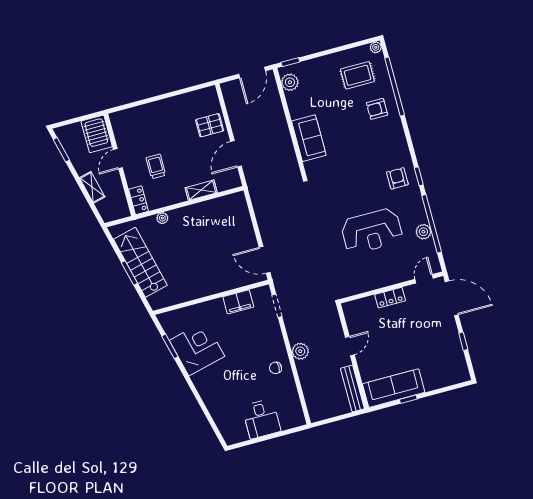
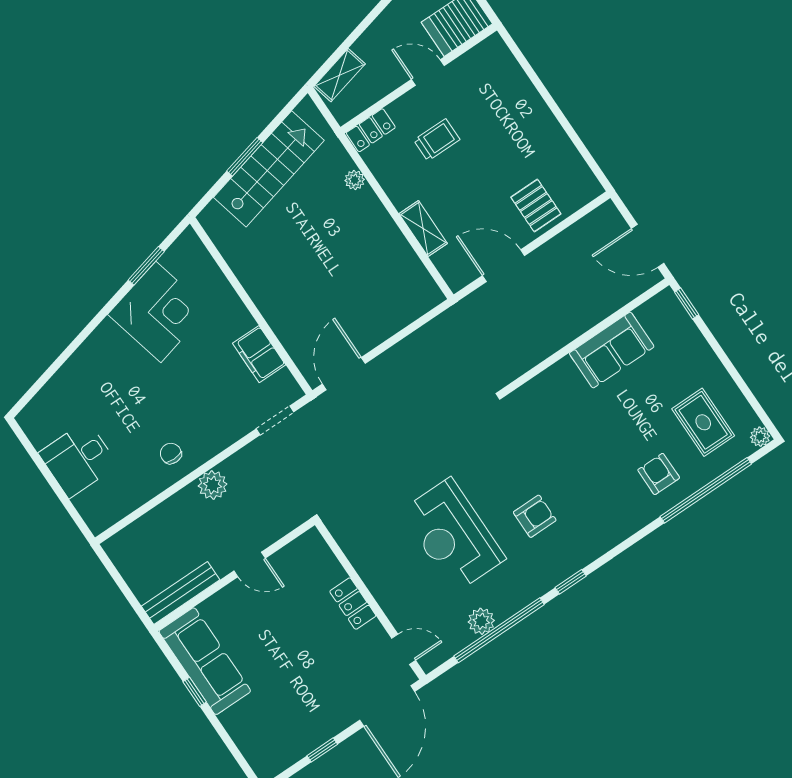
plant: (290, 82) -> (653, 314), removed
sofa: (309, 138) -> (612, 350), moved
armchair: (397, 178) -> (535, 516), moved
shelving: (92, 187) -> (340, 75), moved

